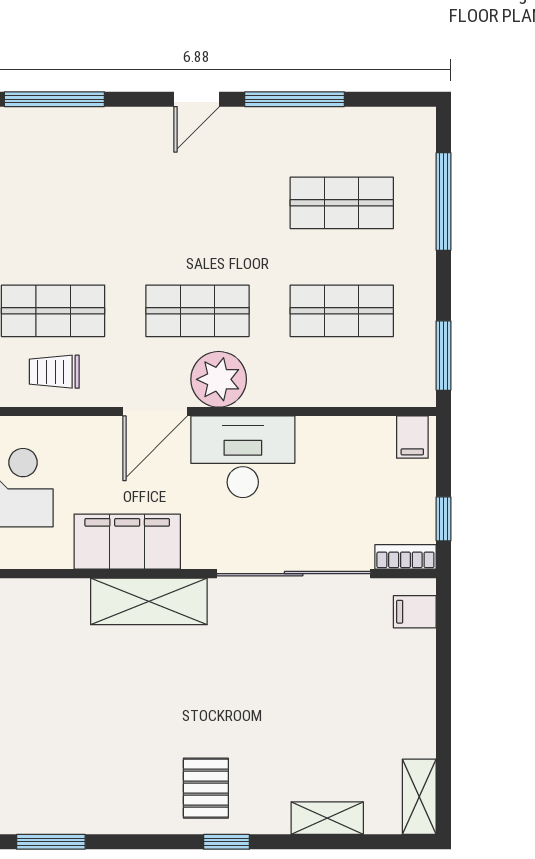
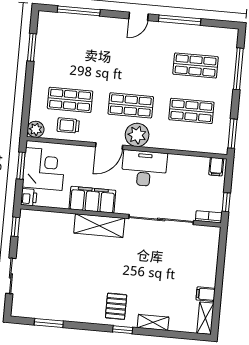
filing cabinet: (415, 612) -> (206, 294), moved
shelving: (327, 818) -> (153, 322), moved

